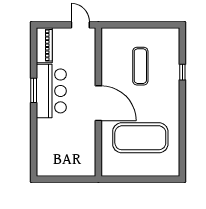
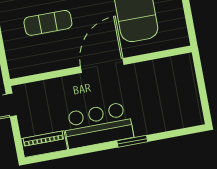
window: (34, 90) -> (132, 141), moved

